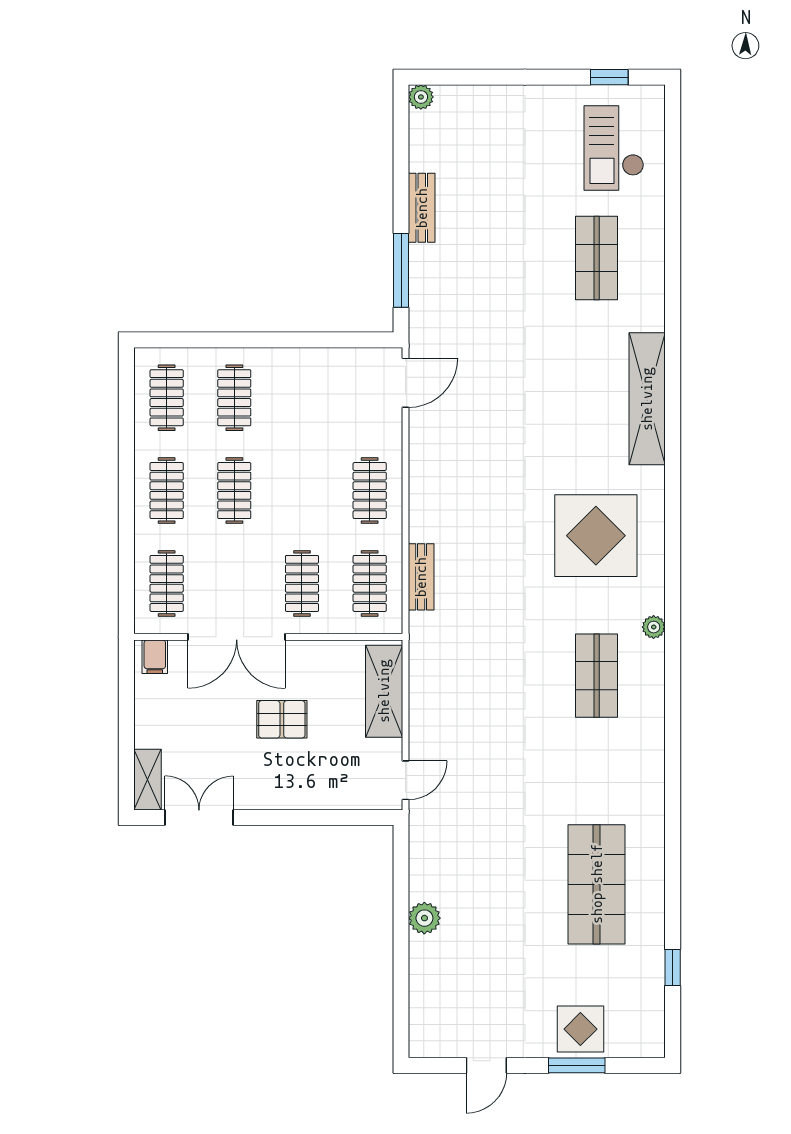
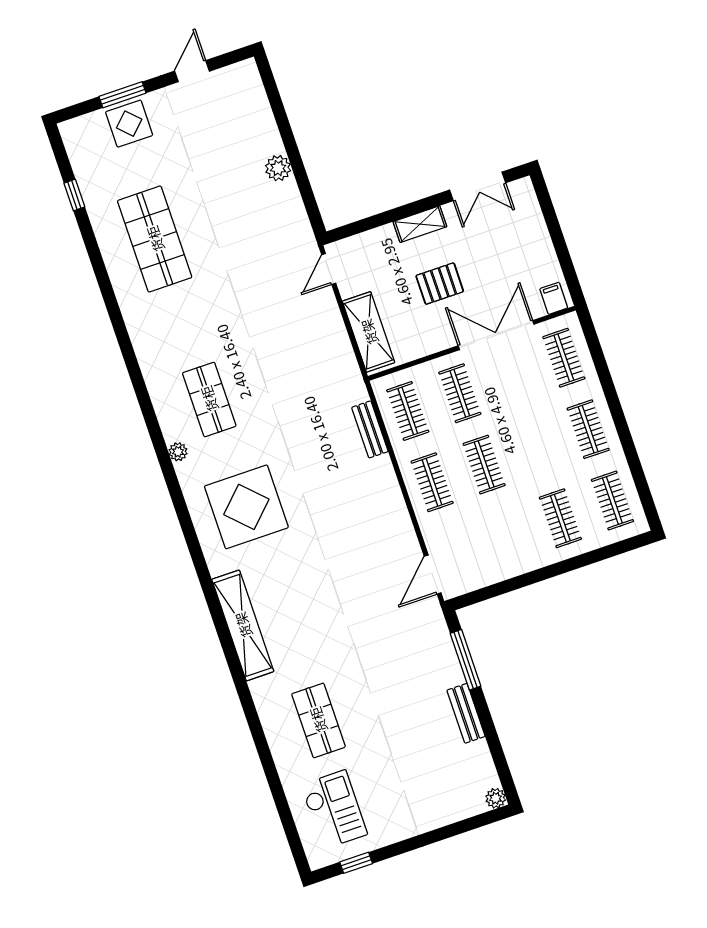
clothes rail: (234, 491) -> (484, 465), moved
shelving: (147, 780) -> (420, 224), moved, turned 90

